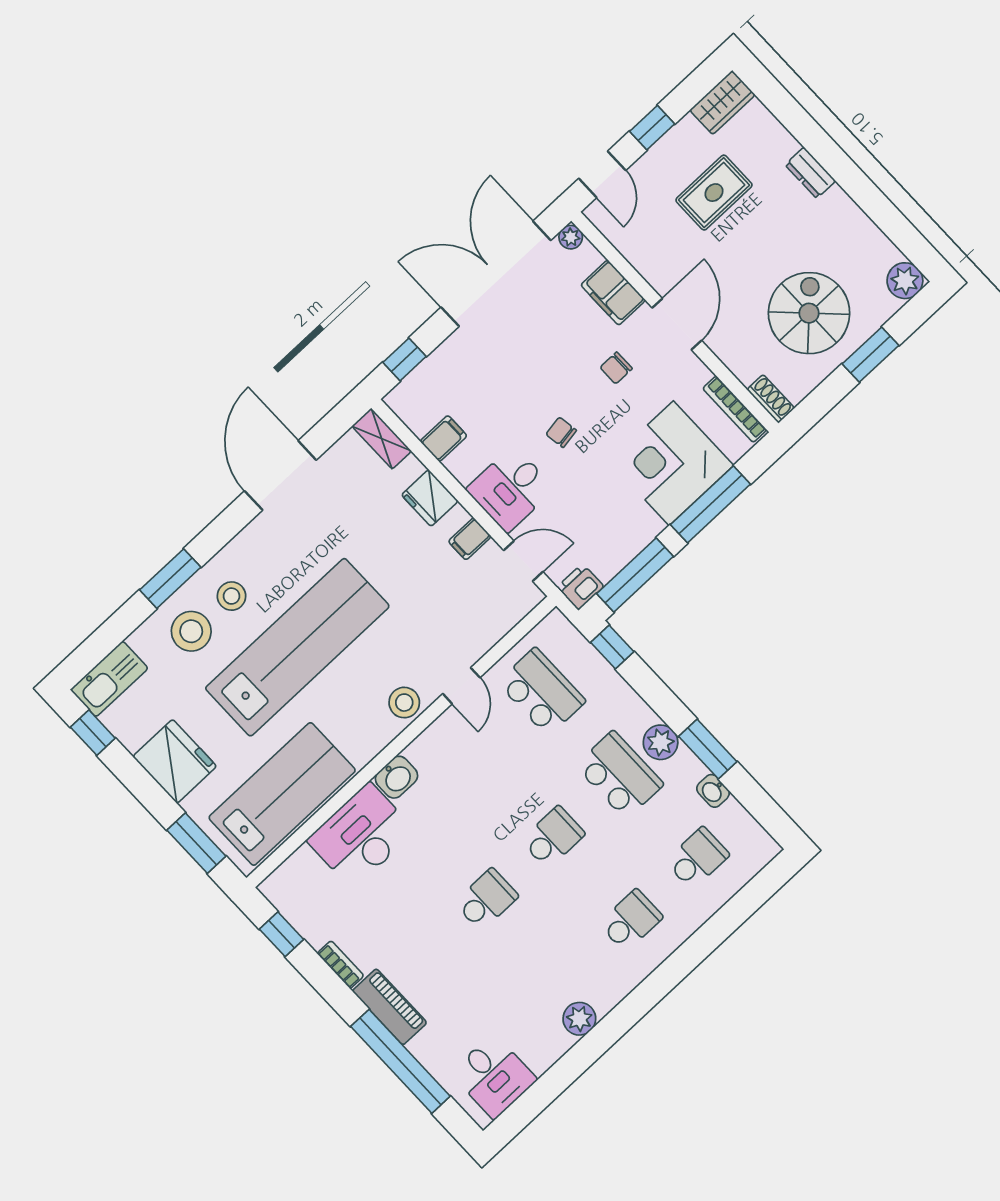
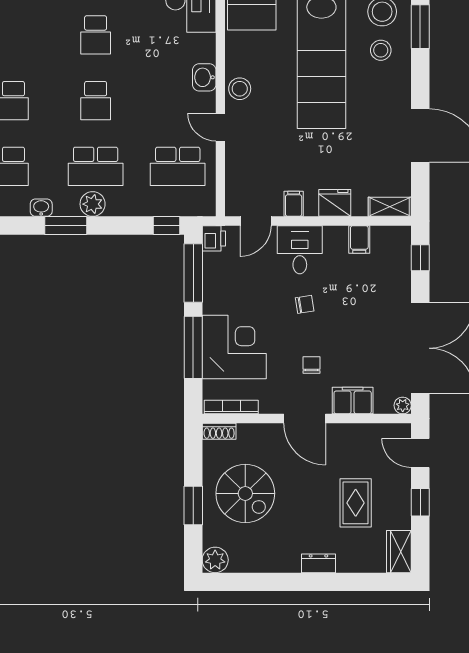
washbasin: (397, 777) -> (204, 77), moved

